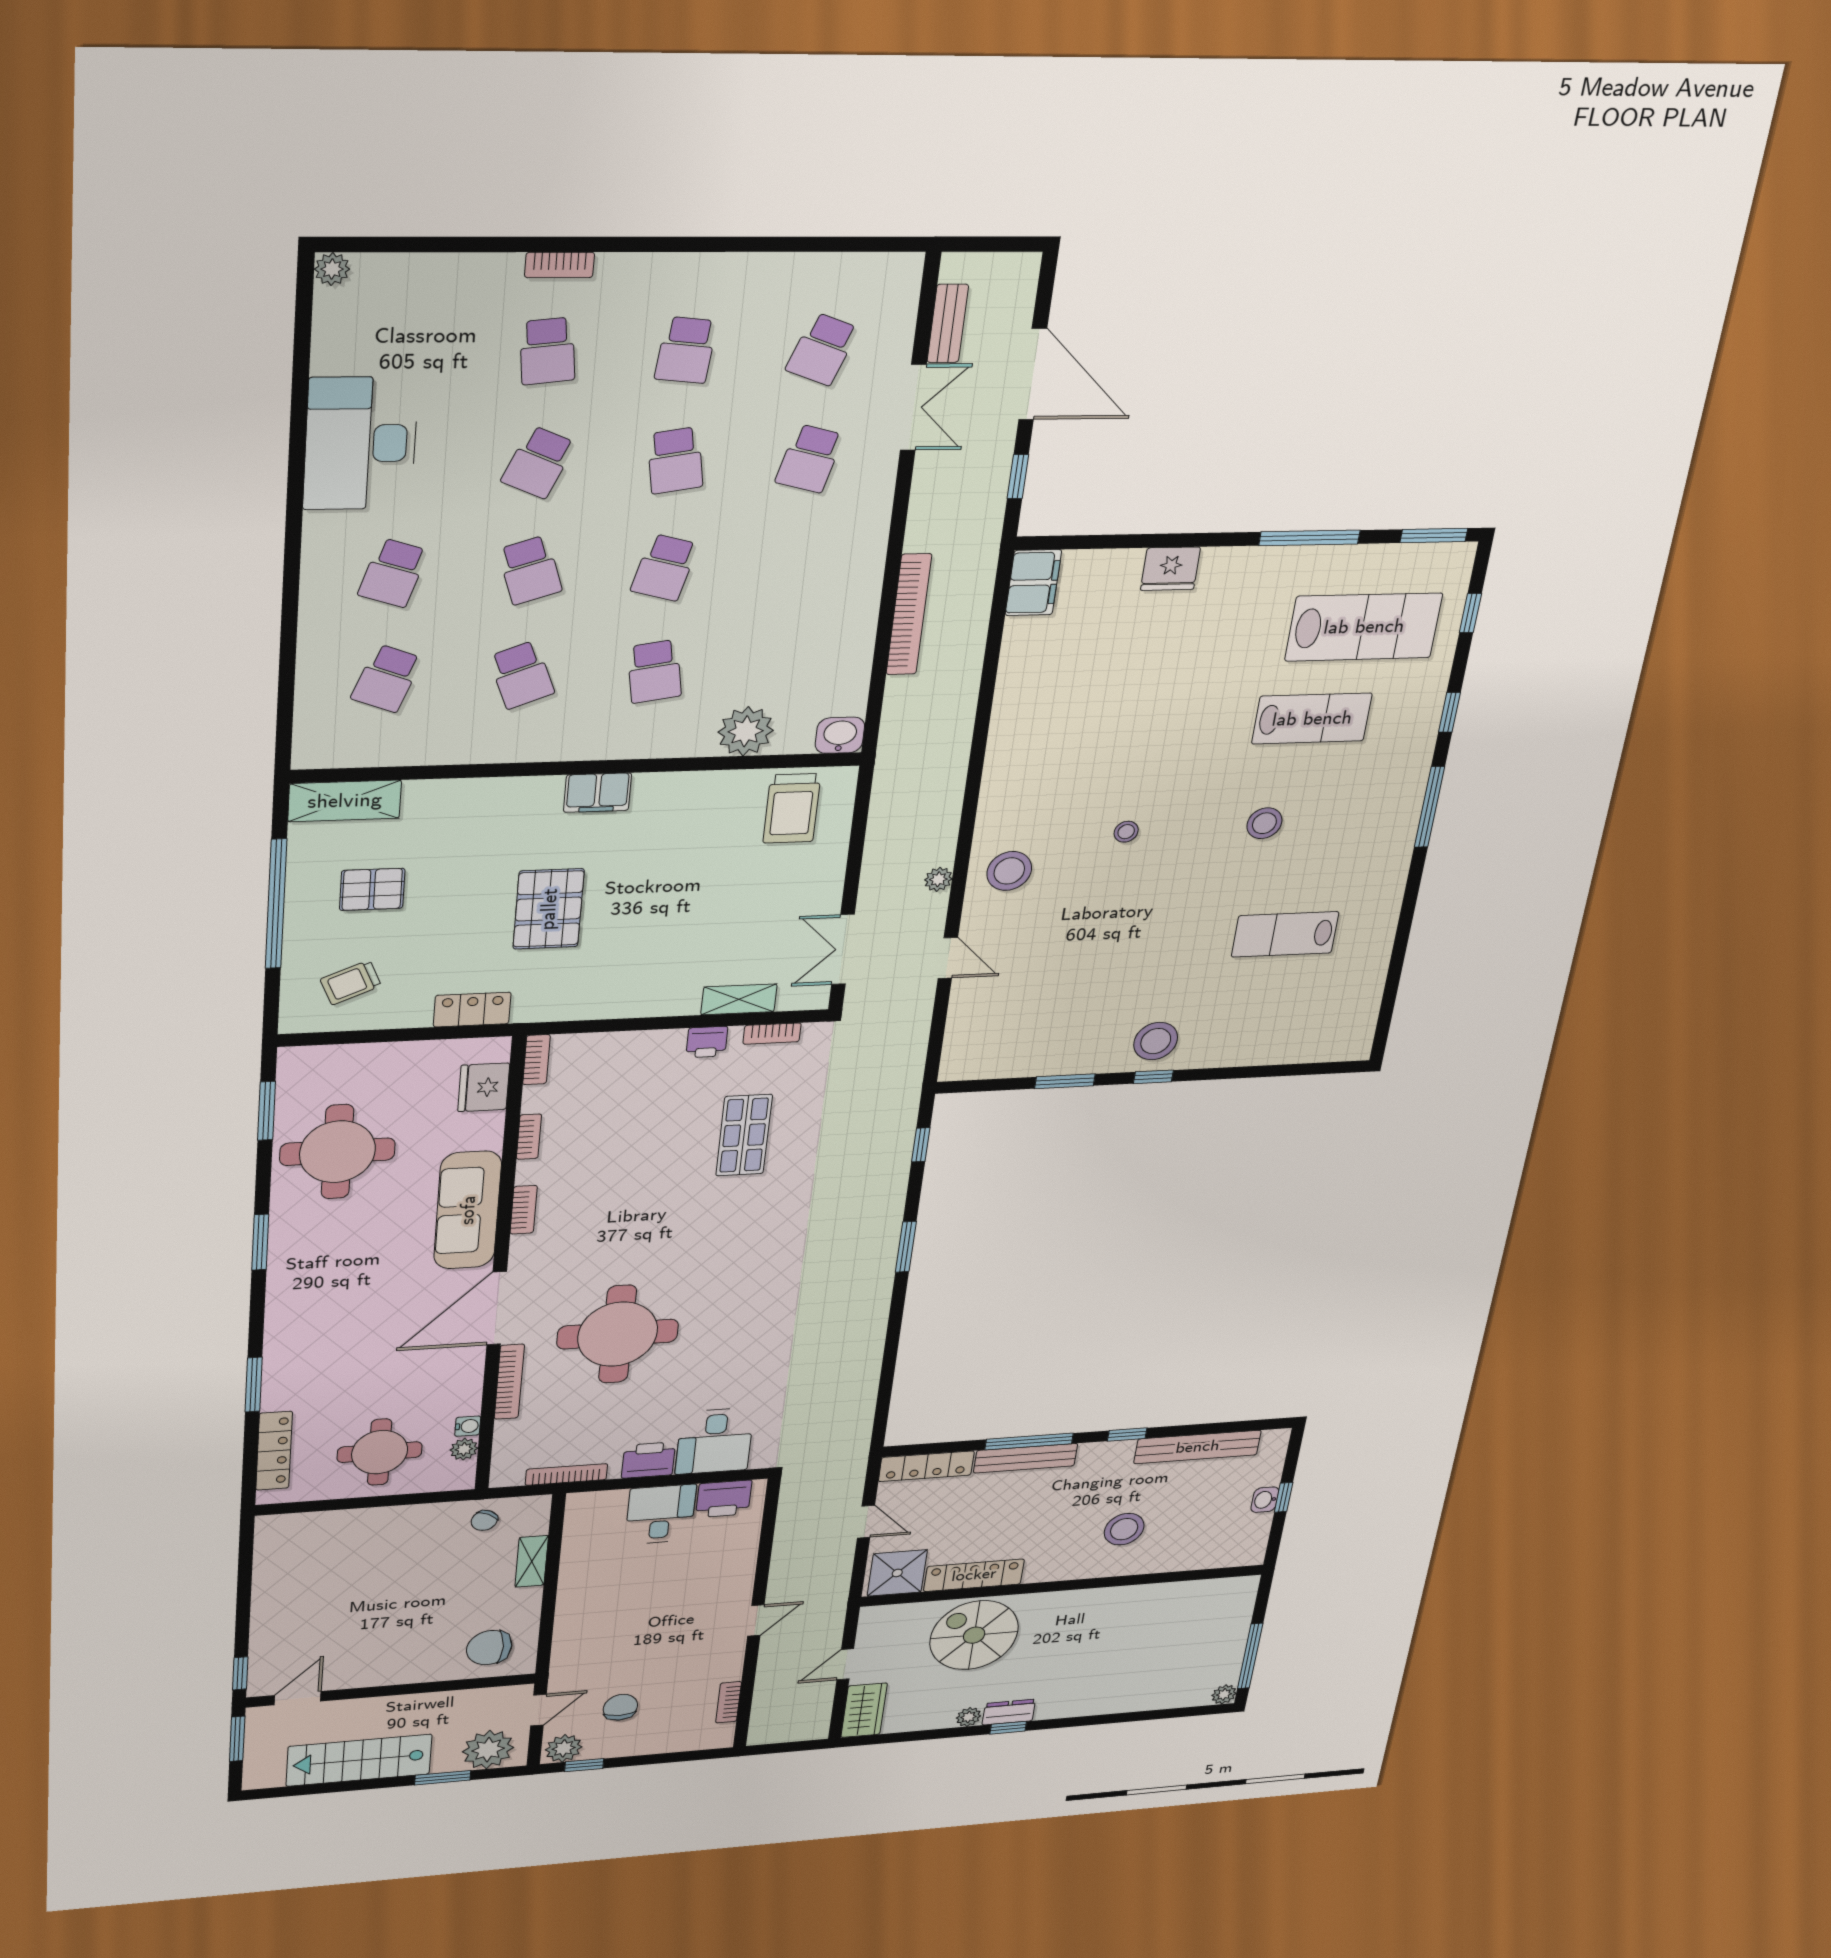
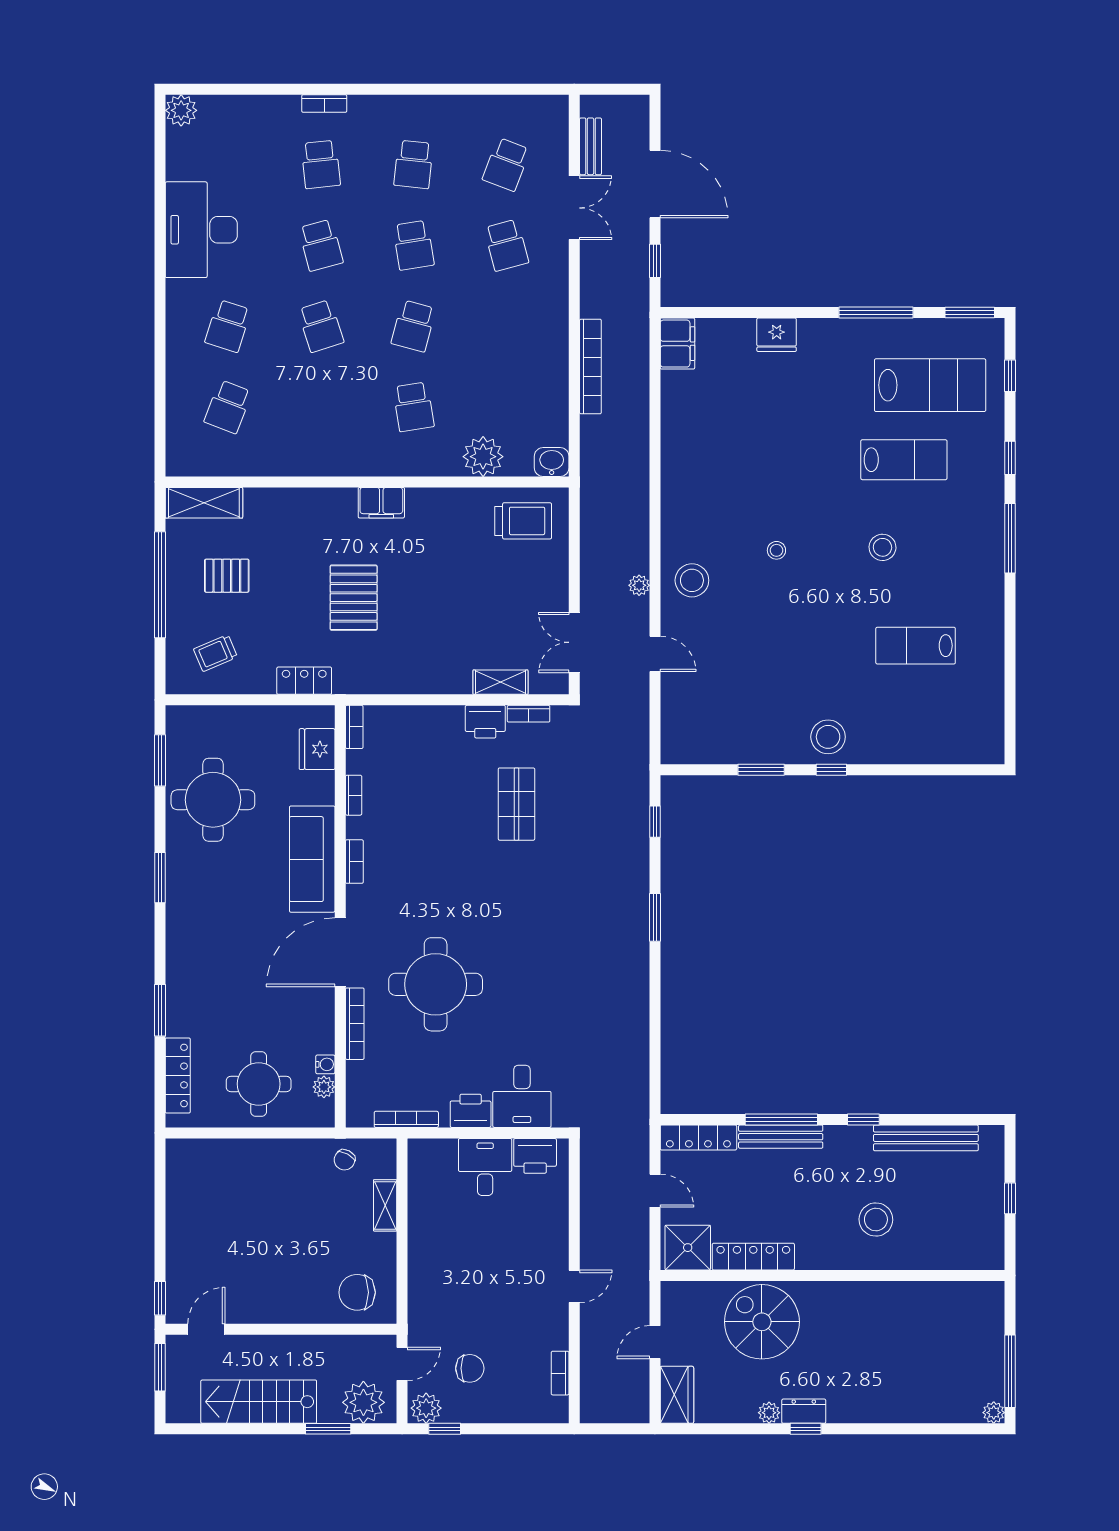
plant: (332, 269) -> (181, 110), width x1.38, depth x1.38
school desk: (810, 459) -> (506, 245), turned -30
school desk: (538, 462) -> (321, 245), turned -39
school desk: (522, 675) -> (321, 407), removed
trolley: (792, 808) -> (523, 521), turned -90
printer: (707, 1042) -> (485, 722), width x1.36, depth x1.24
washbasin: (1265, 1500) -> (994, 1199), removed
chair: (620, 1707) -> (470, 1368), turned 90

